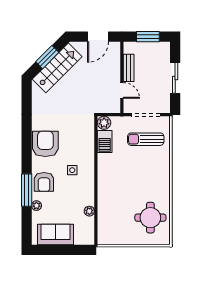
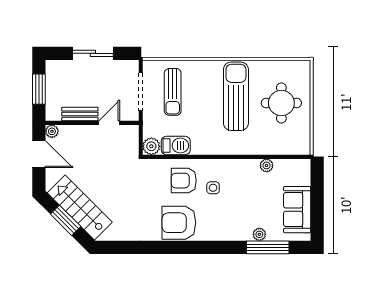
plant: (115, 47) -> (52, 131), added
armchair: (44, 182) -> (184, 181), moved, turned 180
sun lounger: (142, 188) -> (236, 96), added
window: (27, 190) -> (268, 247), moved
round table: (150, 218) -> (281, 103), moved

